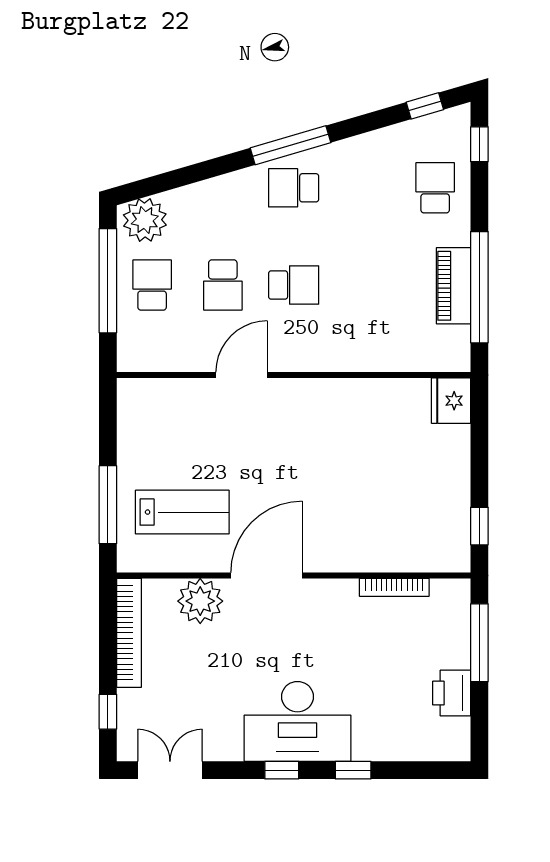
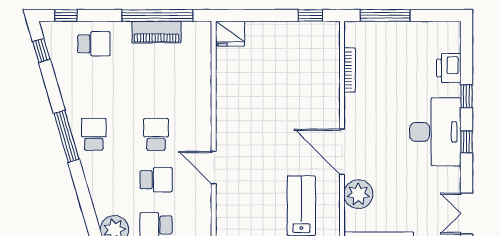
school desk: (294, 188) -> (94, 134), turned 180
school desk: (435, 188) -> (94, 44), turned 180
printer: (452, 693) -> (449, 68), moved, turned 90

